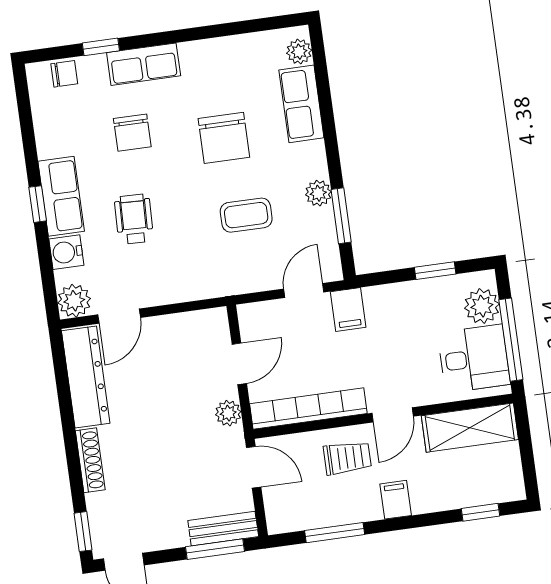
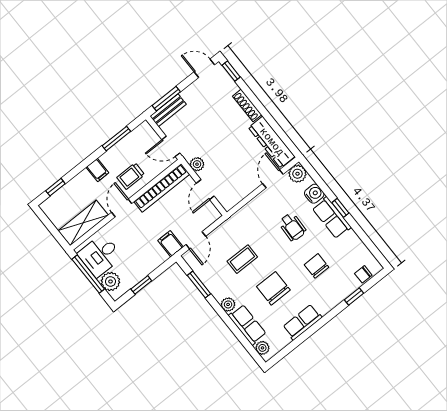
row of seats: (144, 64) -> (302, 322), moved
plant: (318, 193) -> (228, 304), moved

